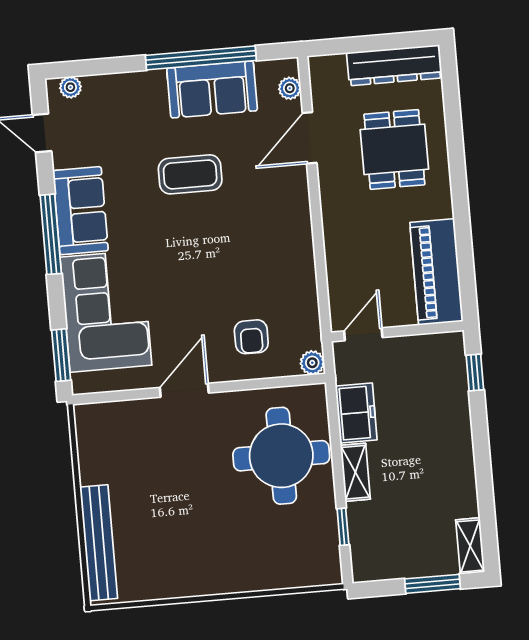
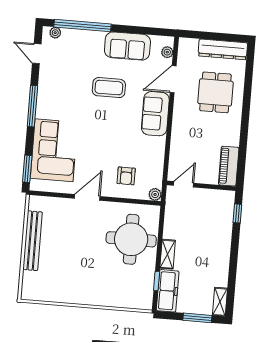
window: (201, 58) -> (83, 25), moved
sofa: (80, 211) -> (155, 114), moved, turned 180
piano: (437, 272) -> (229, 166), width x0.73, depth x0.75
freezer: (356, 413) -> (168, 291), moved, width x1.40
bench: (99, 543) -> (33, 241), moved

